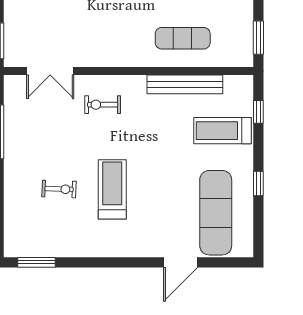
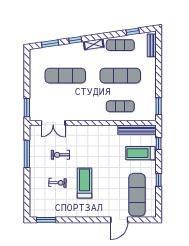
bench: (185, 84) -> (137, 130), moved
exercise bike: (103, 105) -> (60, 155), moved

